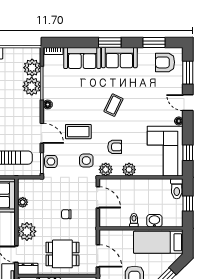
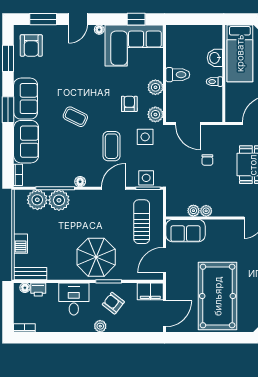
coffee table: (114, 105) -> (75, 117), moved
toilet: (177, 189) -> (178, 75), moved
door: (98, 197) -> (188, 123), swing flipped
window: (188, 204) -> (195, 19), removed
plant: (27, 231) -> (206, 211), moved, width x0.53, depth x0.53

